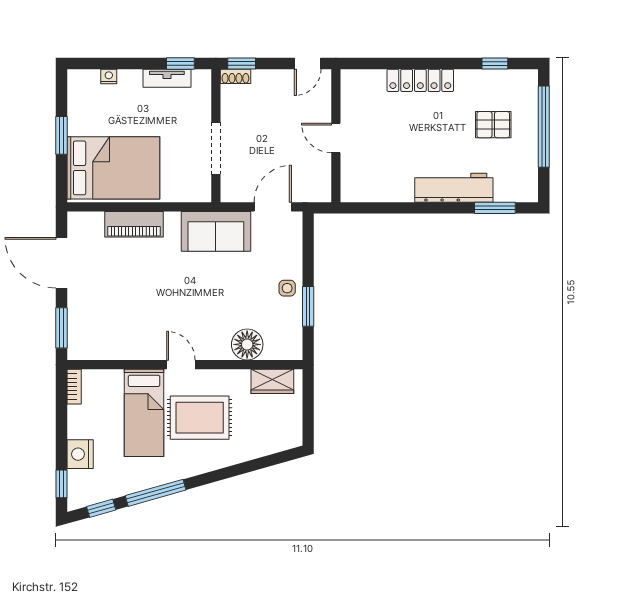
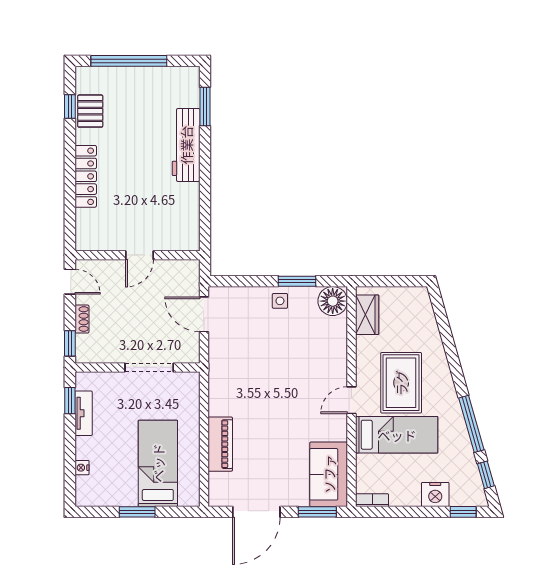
shoe rack: (235, 76) -> (82, 319), moved
pallet: (493, 125) -> (90, 111), moved
bed: (113, 168) -> (158, 463), width x0.67
sofa: (216, 231) -> (329, 474), moved, turned 180
floor lamp: (247, 344) -> (333, 301), moved

